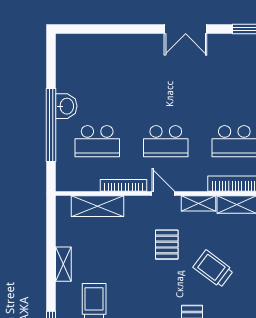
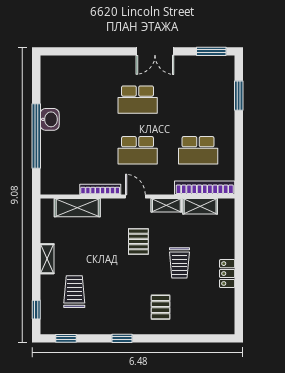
school desk: (97, 141) -> (138, 100), moved
trolley: (213, 269) -> (179, 263), turned -127

